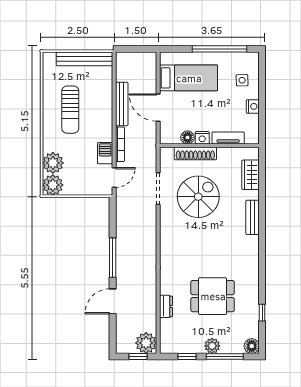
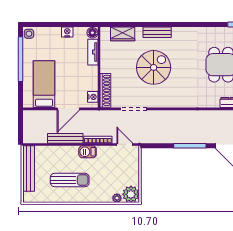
side table: (242, 80) -> (29, 34), moved
floor lamp: (188, 137) -> (92, 33), moved
nightstand: (202, 138) -> (93, 97), moved
barbecue: (105, 153) -> (88, 152), moved
shoe rack: (195, 154) -> (105, 90), moved
plant: (53, 163) -> (117, 198), width x0.53, depth x0.53
spiral stairs: (198, 197) -> (154, 67), moved, turned 90

